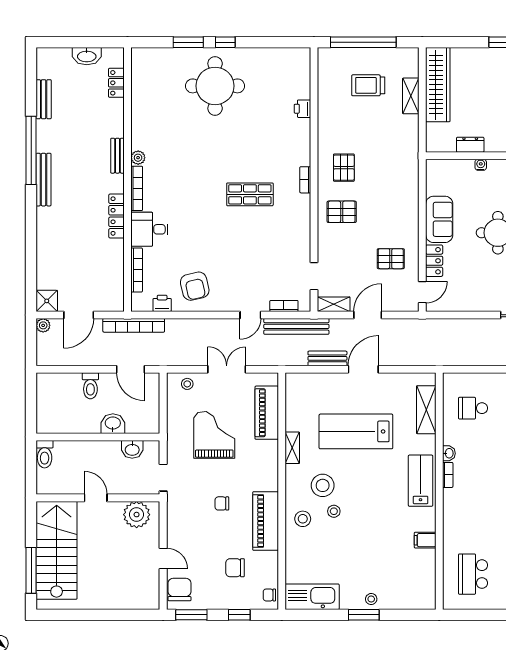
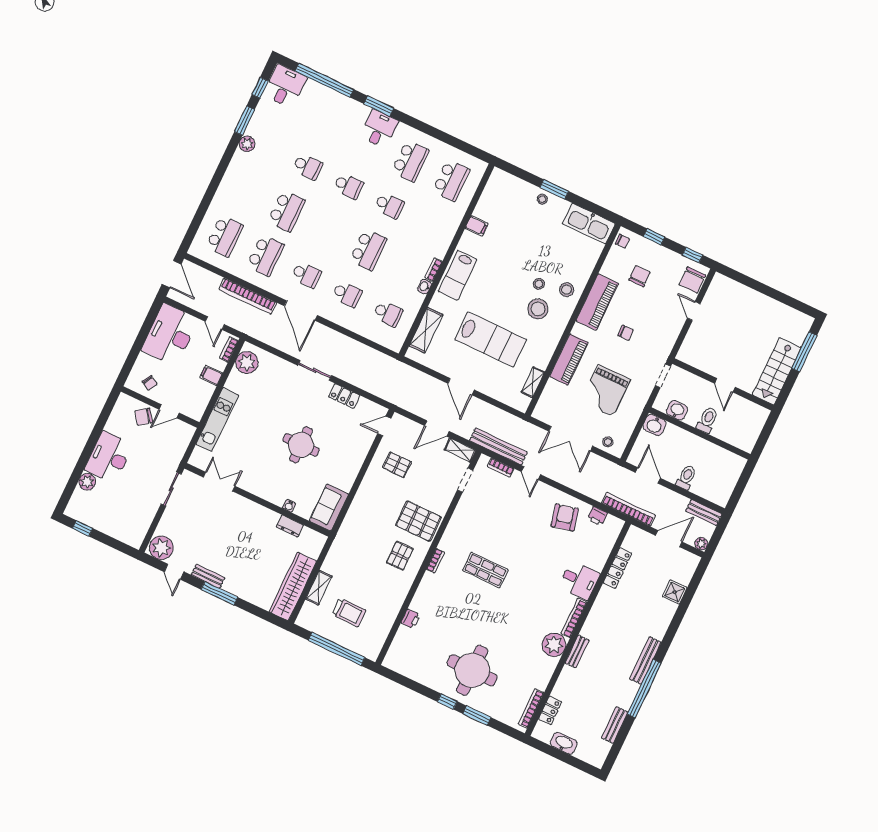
plant: (138, 158) -> (554, 645), width x1.88, depth x1.88
pallet: (342, 212) -> (418, 521), width x1.50, depth x1.42
locker: (117, 216) -> (618, 568), moved
sofa: (439, 219) -> (329, 508), moved
locker: (434, 261) -> (344, 396), moved, turned -90
bookcase: (137, 270) -> (531, 708), moved
shower: (47, 301) -> (675, 592), moved
door: (250, 315) -> (531, 473), swing flipped
bench: (327, 358) -> (704, 513), moved
double door: (227, 369) -> (571, 439), width x1.37
door: (363, 369) -> (461, 387), hinge flipped
piano: (267, 413) -> (569, 359), moved
washbasin: (113, 424) -> (654, 425), moved
shelving: (292, 448) -> (533, 382), moved
toilet: (45, 454) -> (707, 420), moved
plant: (137, 515) -> (698, 356), removed
stairs: (57, 550) -> (777, 371), width x0.73, depth x0.66
chair: (235, 568) -> (640, 276), turned -90
window: (191, 615) -> (693, 255), width x0.67

